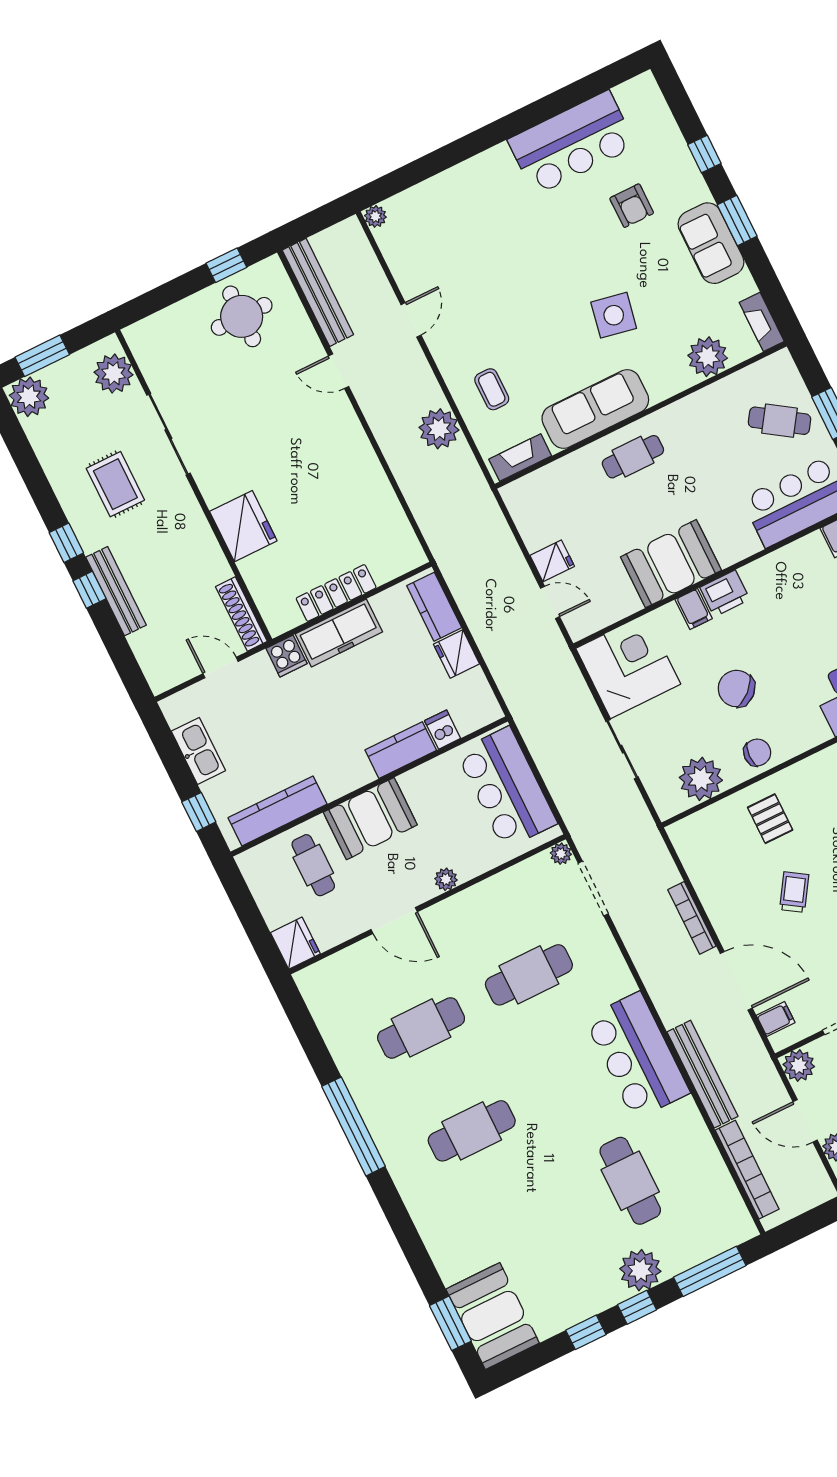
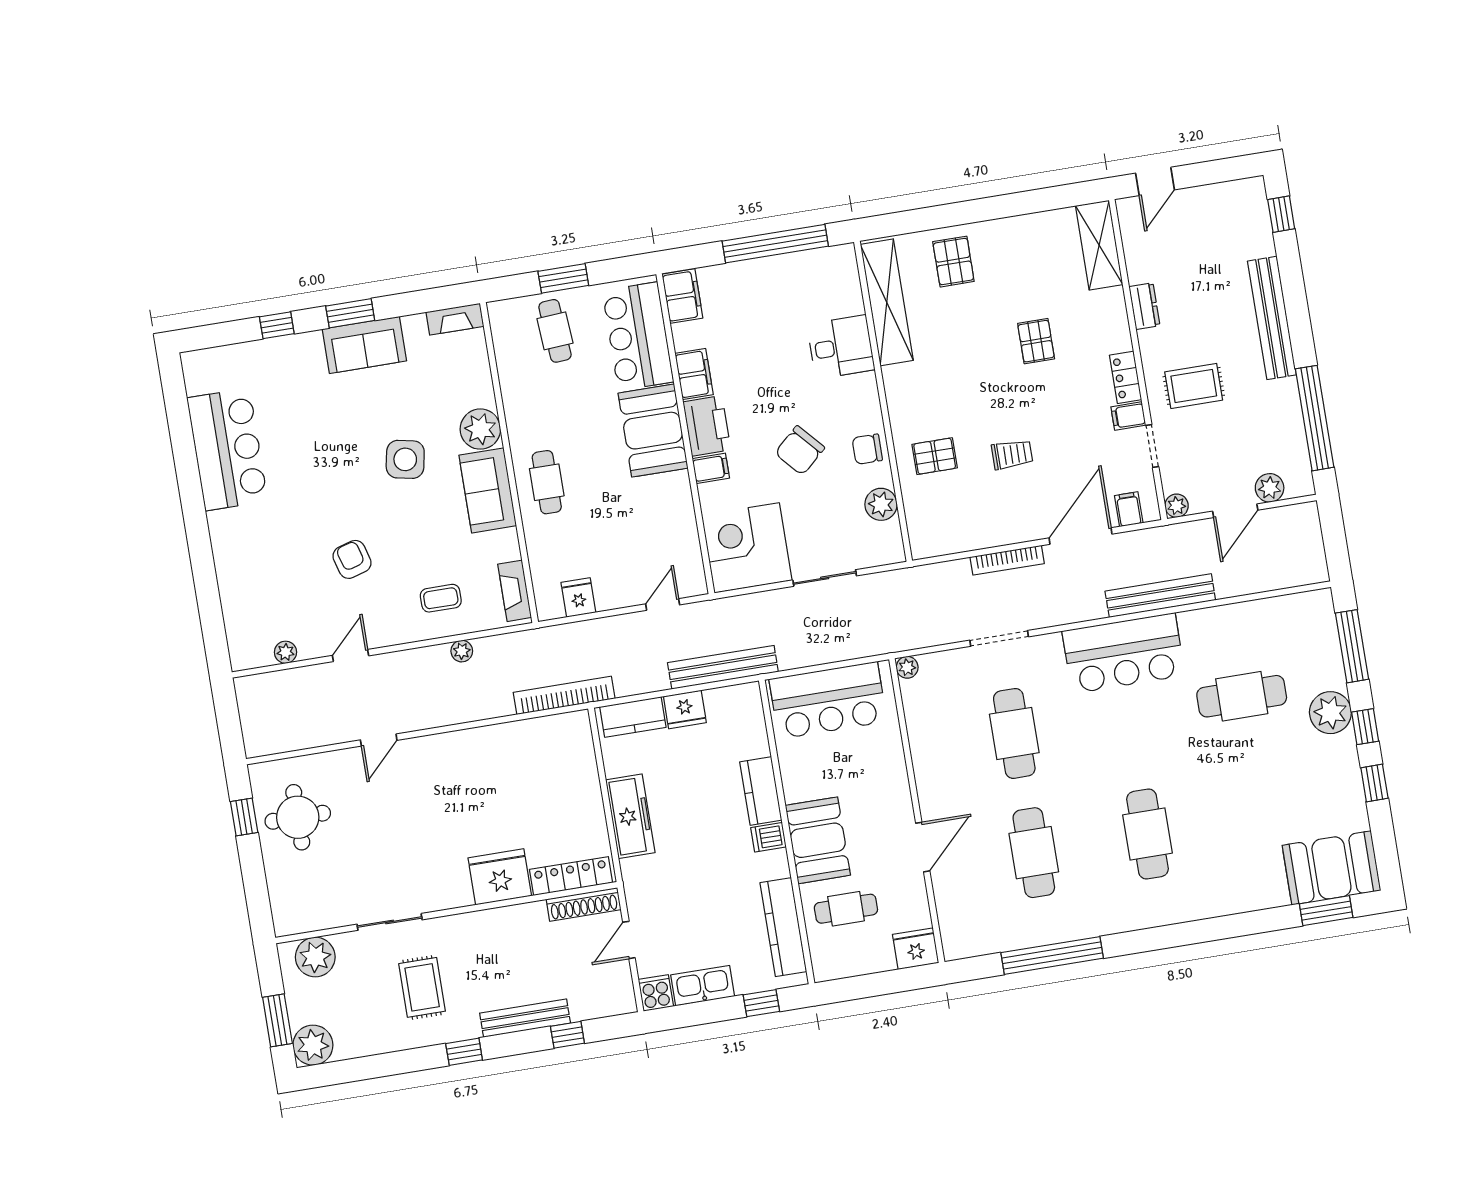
armchair: (632, 206) -> (352, 559), moved, turned -106
plant: (375, 216) -> (286, 652), moved
bench: (318, 292) -> (723, 667), moved
door: (411, 320) -> (351, 656), hinge flipped
plant: (708, 357) -> (480, 429), moved
sofa: (595, 409) -> (488, 490), width x0.73
cafe table: (779, 421) -> (555, 331), turned -38
plant: (439, 429) -> (462, 651), width x0.53, depth x0.53
sliding door: (168, 434) -> (390, 922), width x0.73
rug: (115, 484) -> (422, 987), turned 90
fridge: (552, 561) -> (578, 598), moved
booth: (671, 564) -> (653, 431), moved
filing cabinet: (779, 566) -> (694, 374), added
window: (89, 590) -> (567, 1035), moved
locker: (336, 593) -> (571, 876), moved, turned 90
printer: (725, 593) -> (707, 426), width x1.37, depth x1.19
cooker: (287, 656) -> (656, 993), moved, turned -90
dishwasher: (443, 730) -> (769, 837), moved
chair: (757, 753) -> (867, 449), turned -92
plant: (701, 779) -> (881, 504), width x0.73, depth x0.73
plant: (446, 879) -> (898, 785), removed
doorway: (593, 889) -> (999, 638), moved
trolley: (794, 892) -> (1012, 454), turned 147
plant: (799, 1066) -> (1177, 506), width x0.73, depth x0.73
window: (354, 1126) -> (1052, 955), moved
bookcase: (747, 1170) -> (564, 695), moved

